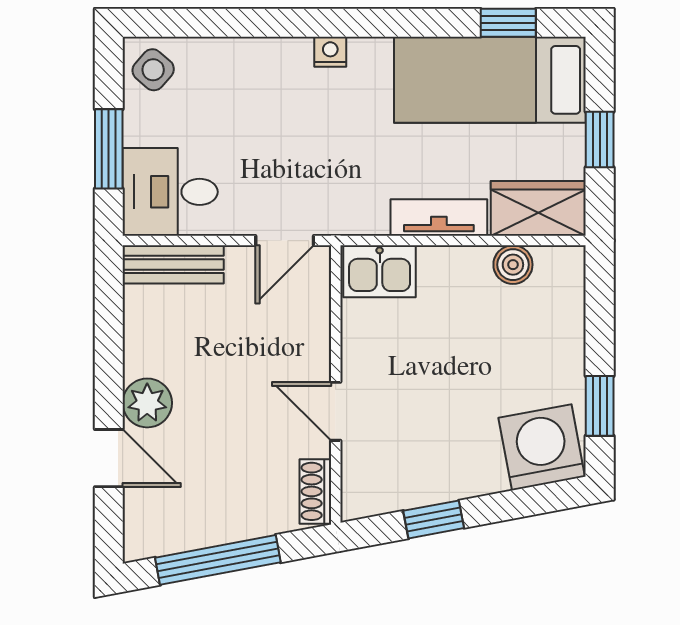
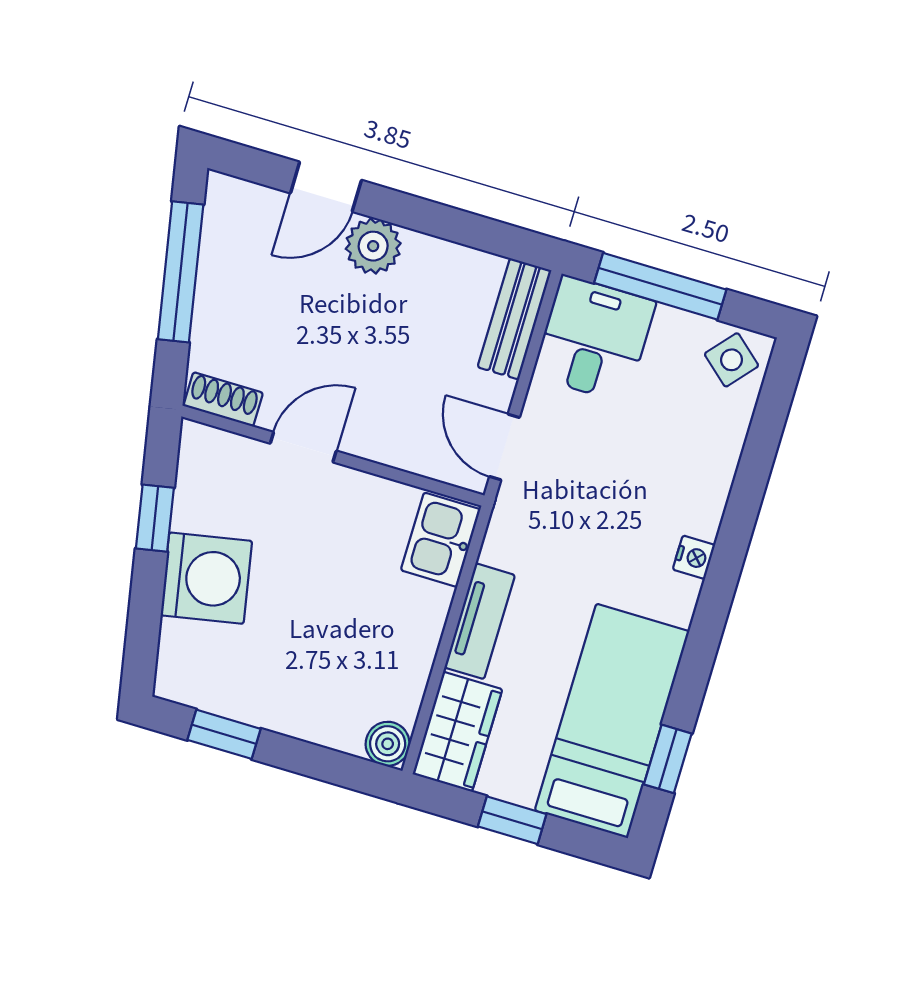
window: (109, 149) -> (660, 286), width x1.44
boiler: (513, 265) -> (388, 744), moved
washing machine: (542, 447) -> (206, 578), moved

